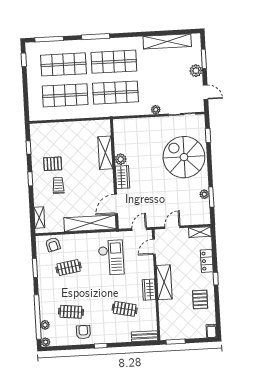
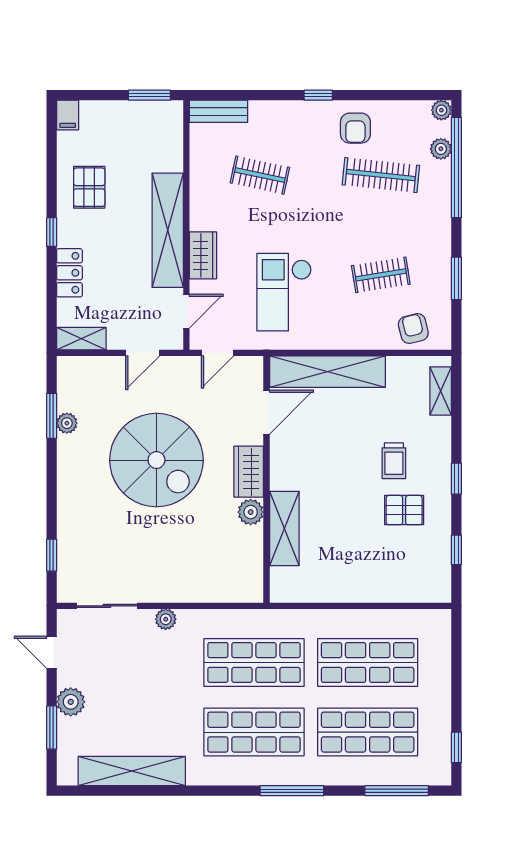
spiral stairs: (184, 157) -> (156, 460), moved
shelving: (164, 282) -> (168, 230), width x1.47
wardrobe: (149, 290) -> (203, 255), moved
clothes rail: (71, 312) -> (381, 175), width x1.36

